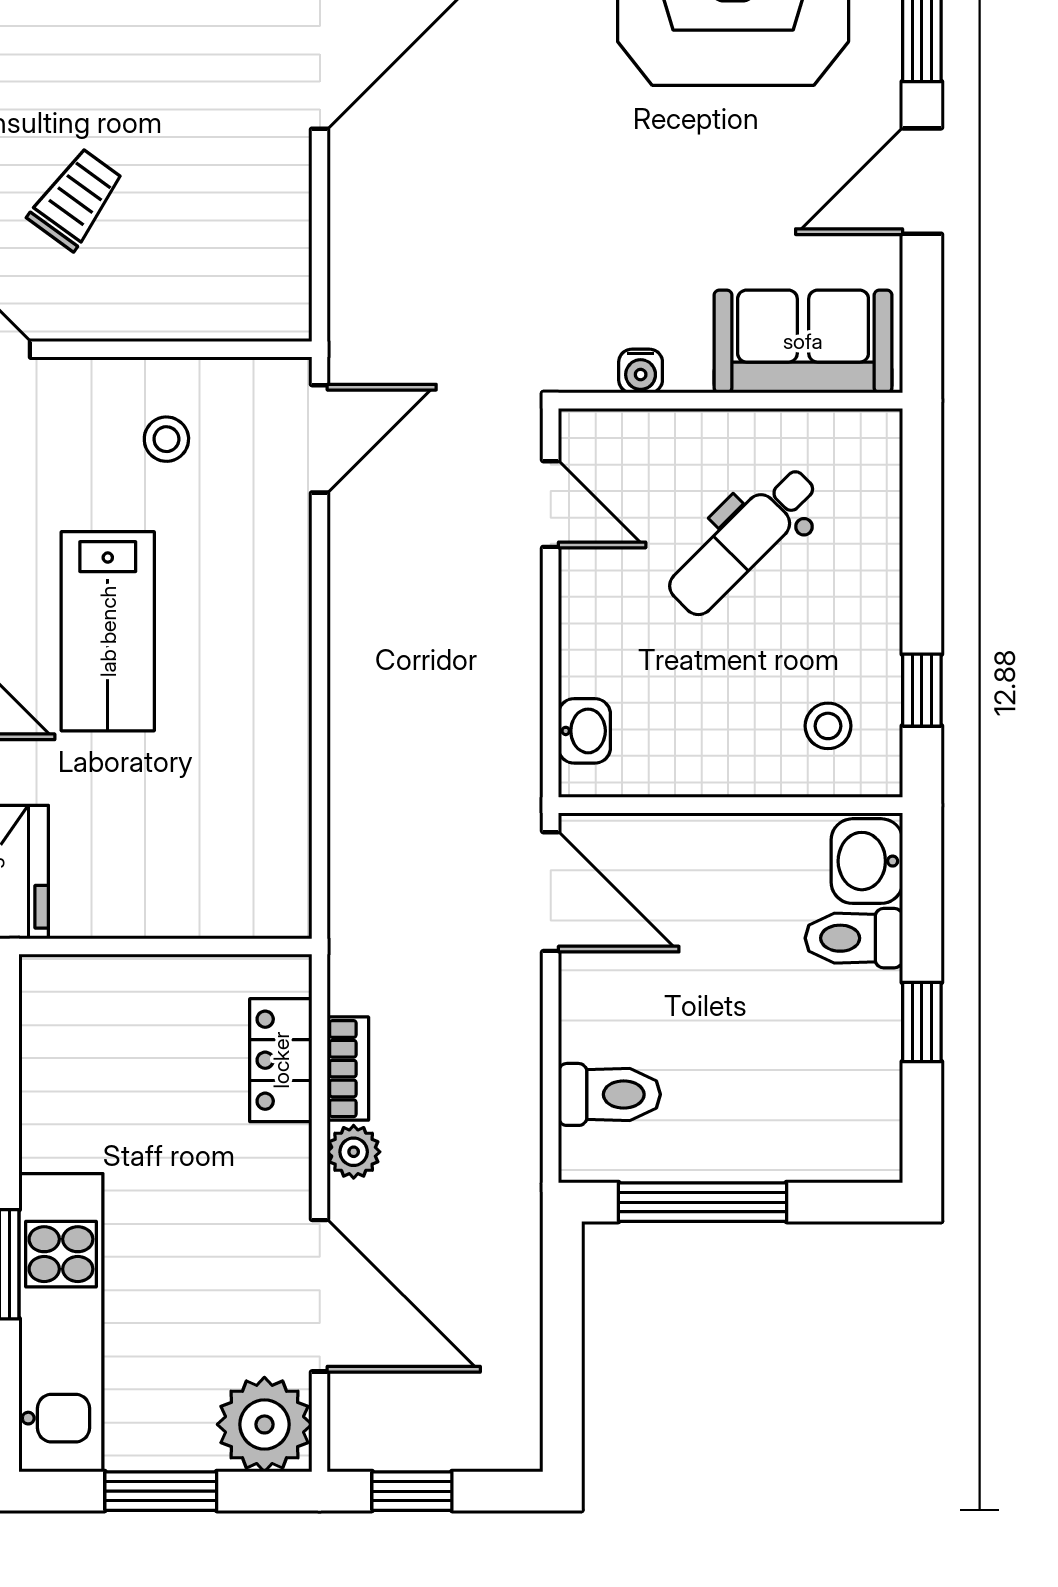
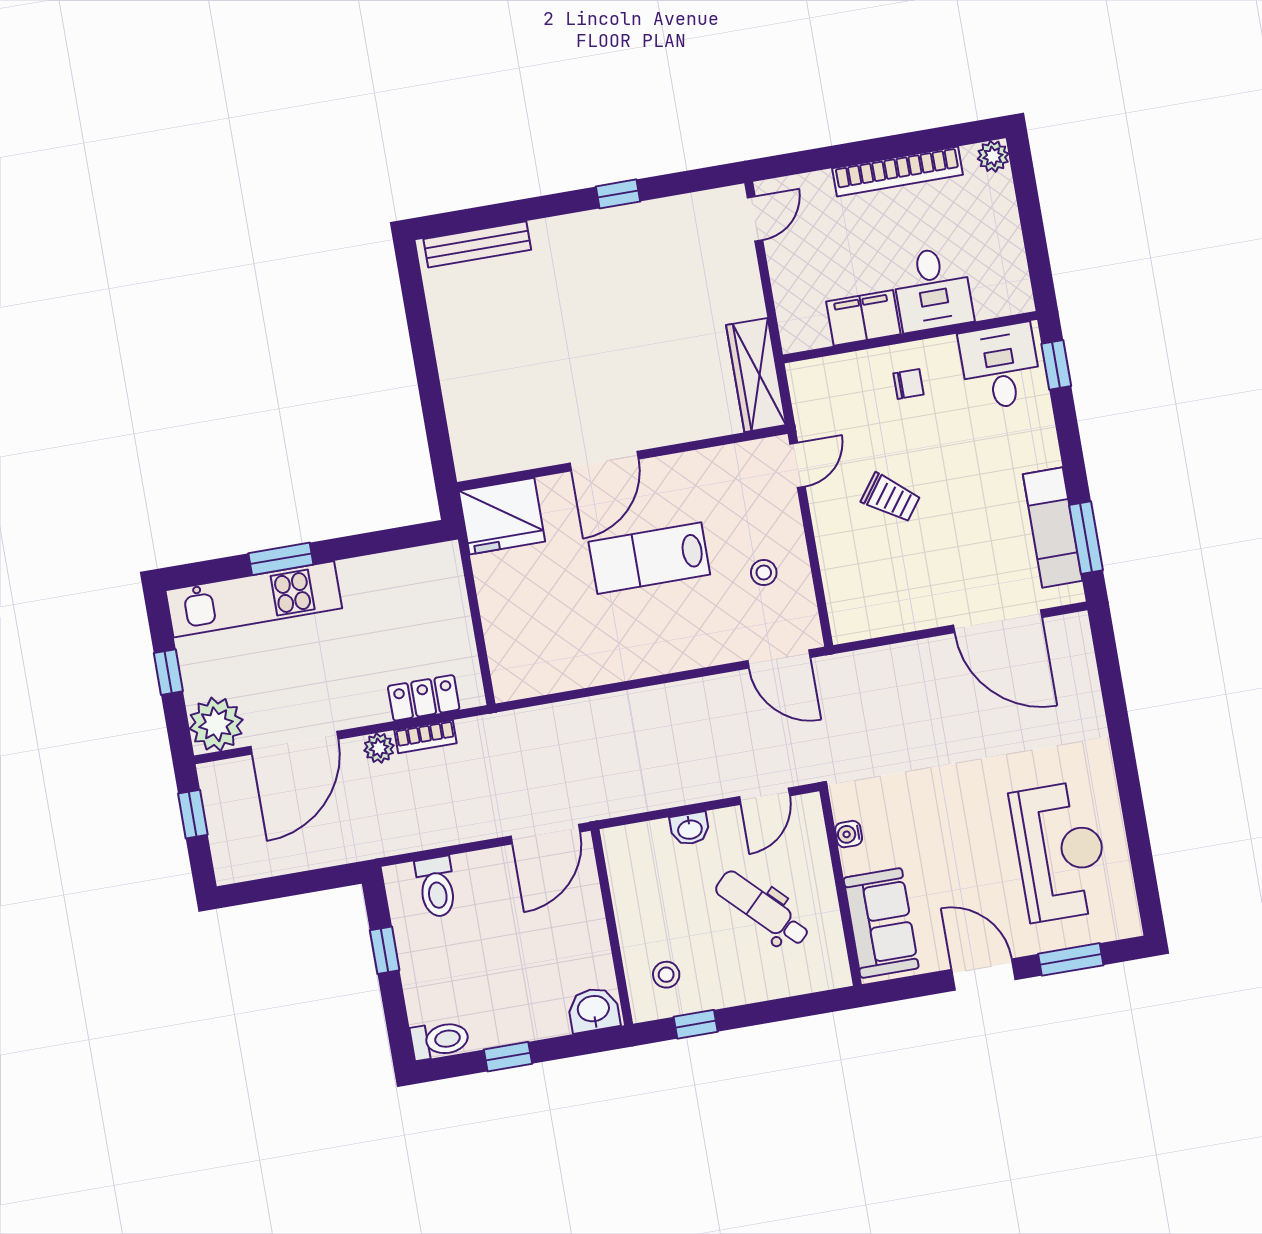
washbasin: (584, 731) -> (690, 829), moved
toilet: (854, 938) -> (440, 1040), moved, turned 90
window: (703, 1202) -> (385, 950), width x0.46
window: (161, 1491) -> (168, 672), width x0.67

